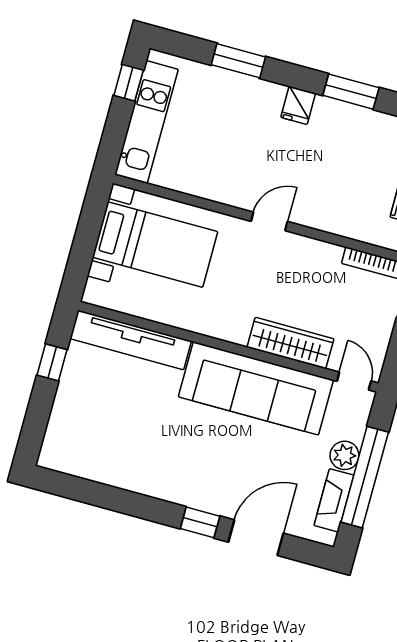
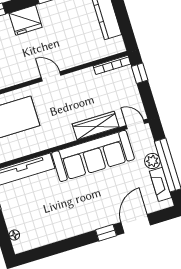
fridge: (298, 105) -> (26, 20), width x1.88, depth x1.34
door: (269, 221) -> (51, 76), hinge flipped
floor lamp: (54, 435) -> (14, 235), added

